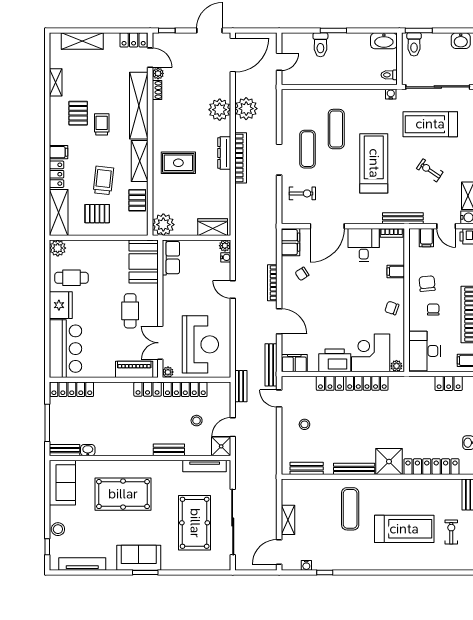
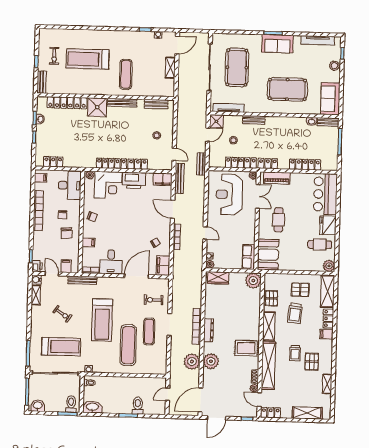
exercise mat: (336, 129) -> (128, 345), width x1.36, depth x1.45
rug: (178, 163) -> (246, 348), moved
locker: (72, 389) -> (305, 165), moved

